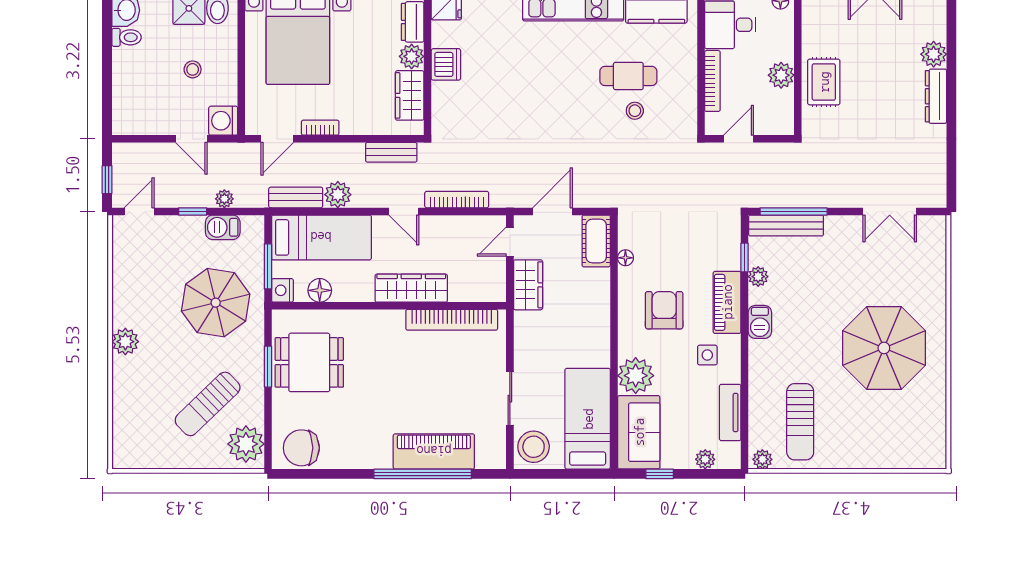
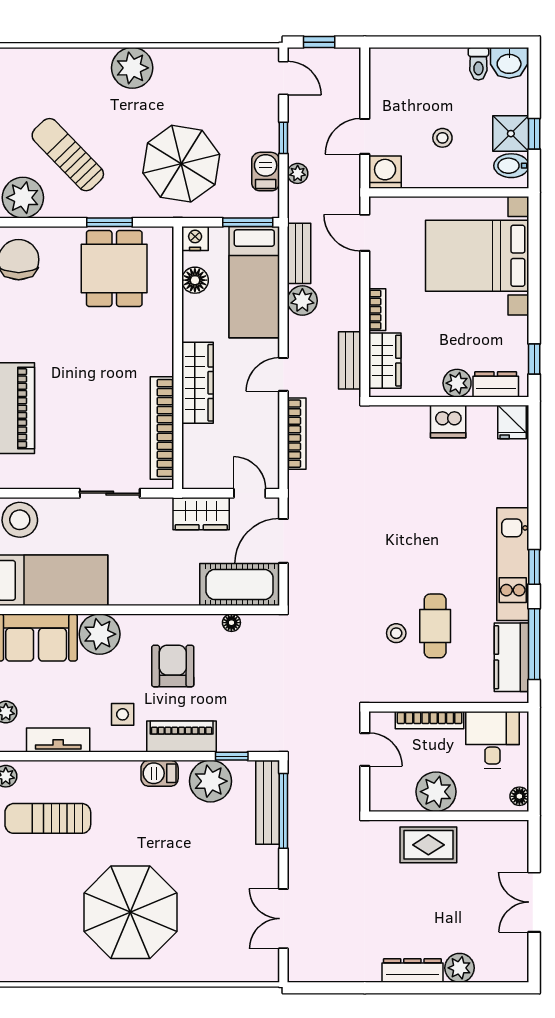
plant: (781, 75) -> (436, 792), width x1.36, depth x1.36
wardrobe: (410, 95) -> (385, 361), moved, turned 90
bookcase: (320, 128) -> (377, 310), moved
door: (552, 211) -> (283, 541), swing flipped
cot: (596, 241) -> (240, 585), width x1.37, depth x1.34
window: (268, 266) -> (248, 222), moved
plant: (758, 277) -> (211, 781), width x1.88, depth x1.88
armchair: (664, 310) -> (173, 666), turned -90
plant: (125, 342) -> (132, 68), width x1.36, depth x1.36
sliding door: (510, 399) -> (110, 493), moved

